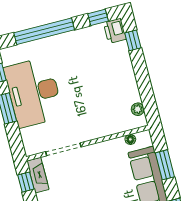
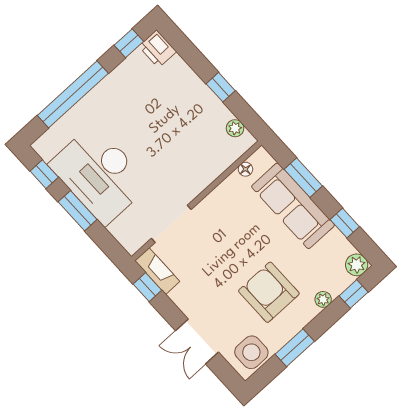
window: (133, 40) -> (221, 87), moved

